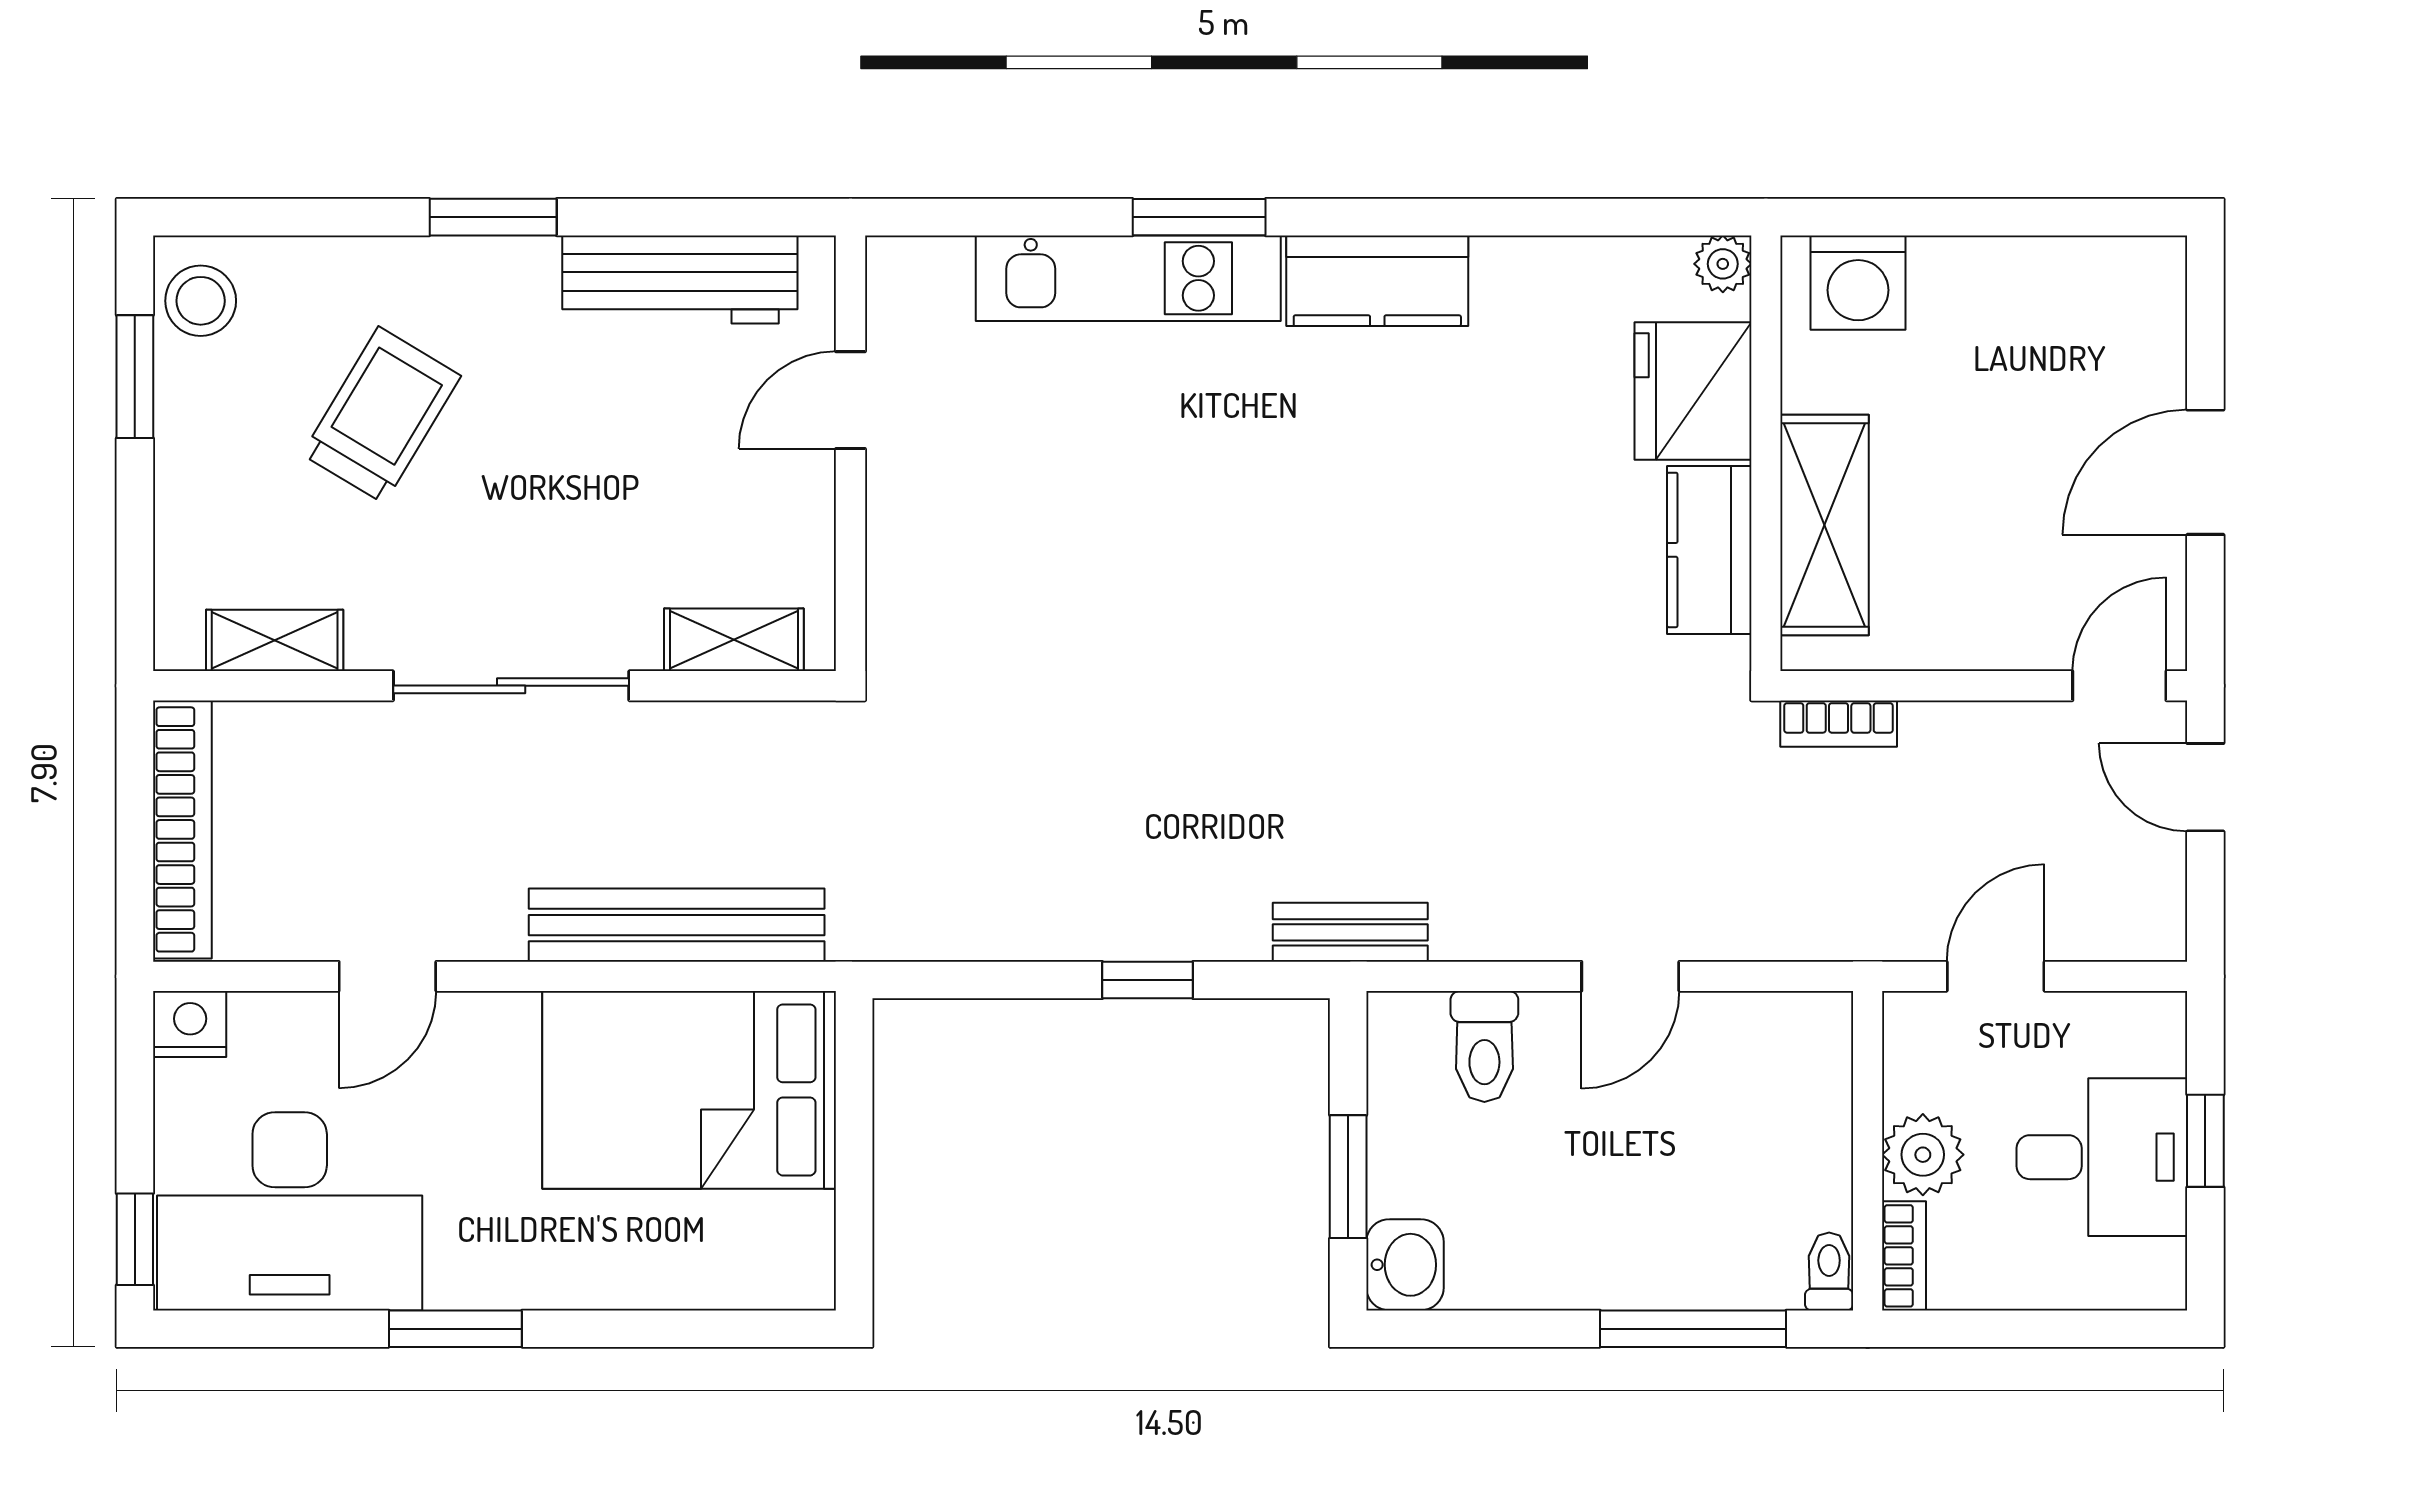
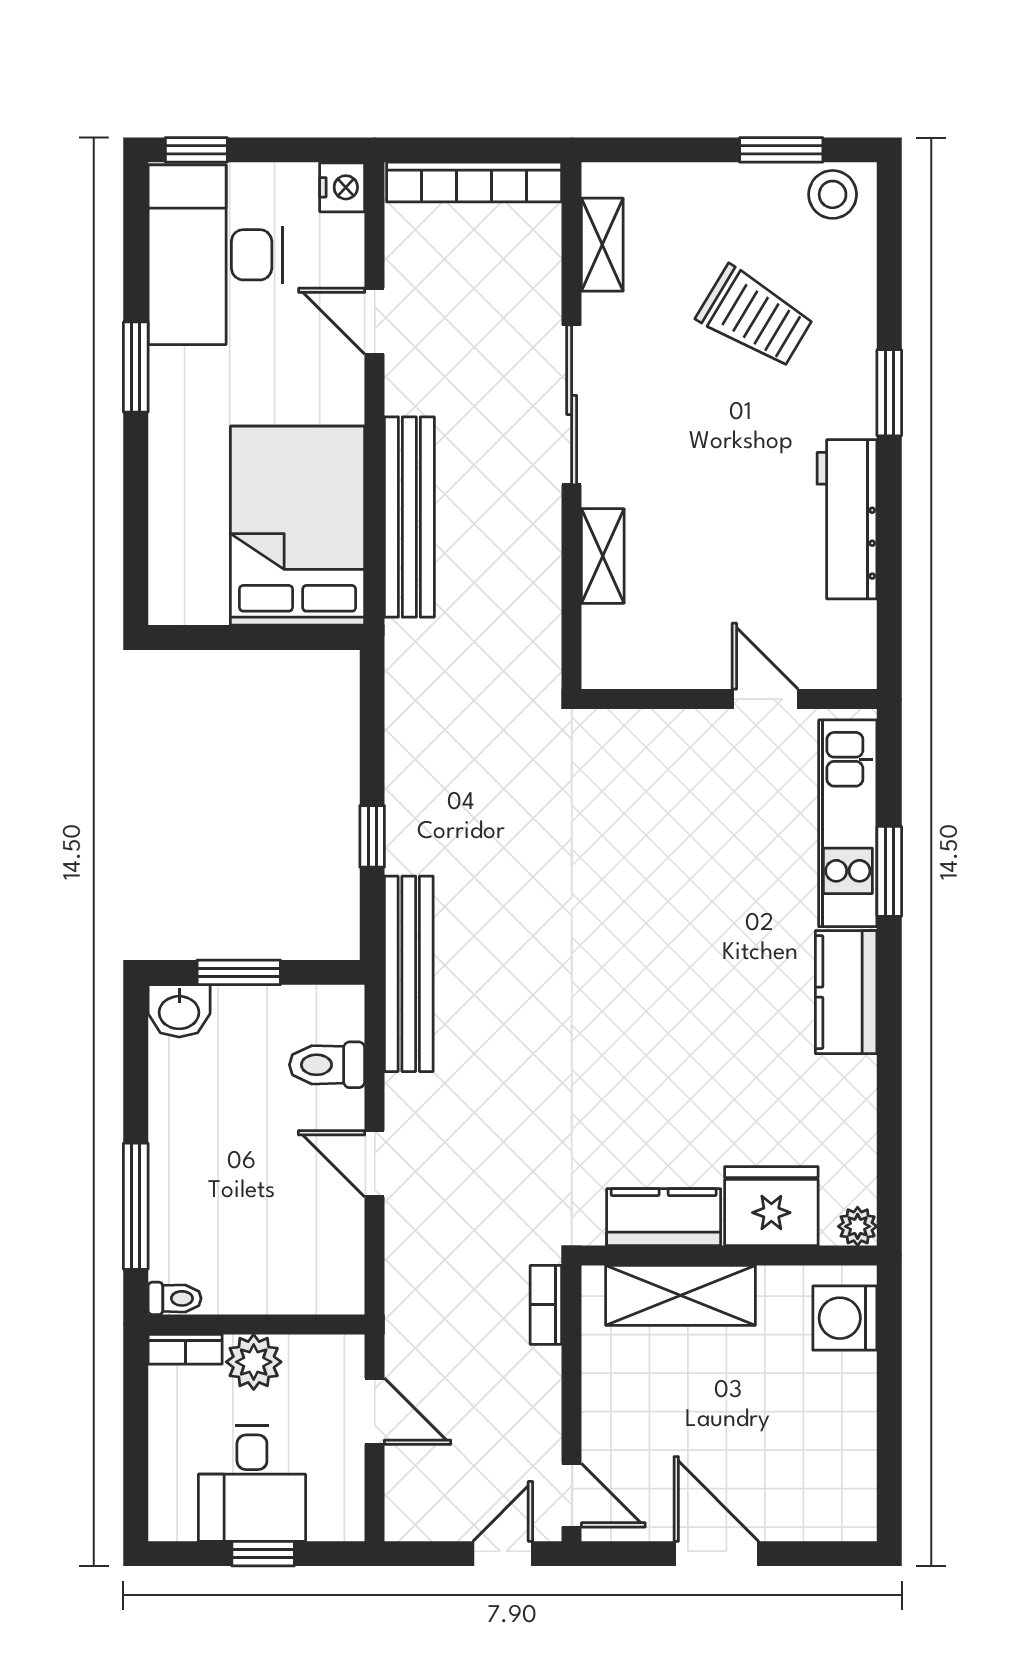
door: (850, 400) -> (765, 699), moved
wall: (850, 453) -> (729, 699), moved
bench: (1350, 932) -> (409, 974), width x1.86, depth x1.21

